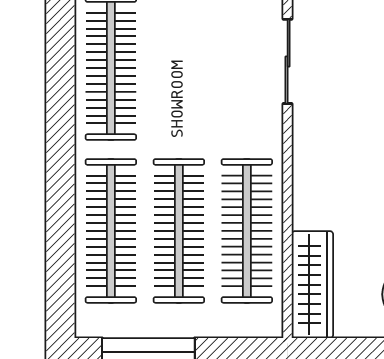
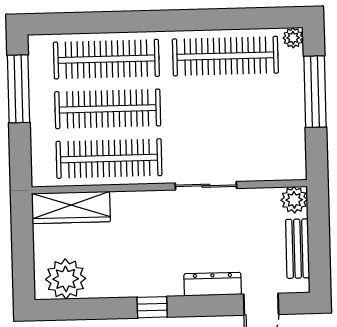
sliding door: (288, 61) -> (206, 186), moved

